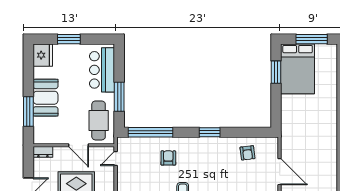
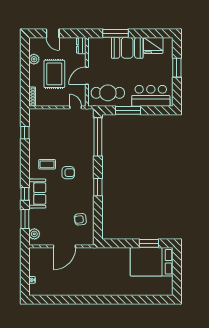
window: (312, 39) -> (177, 274), removed
fridge: (43, 55) -> (153, 45), moved
armchair: (168, 158) -> (68, 173), moved

